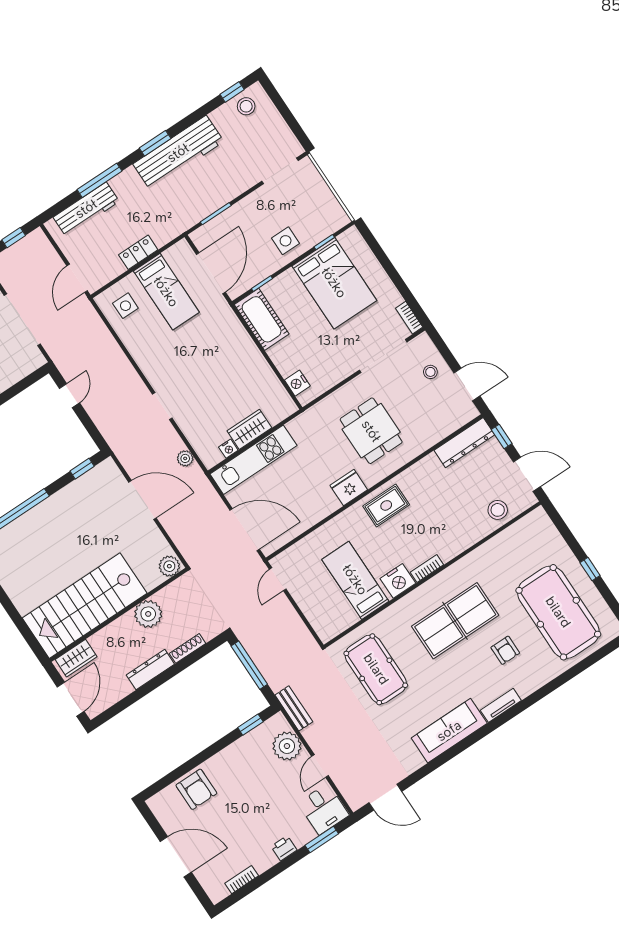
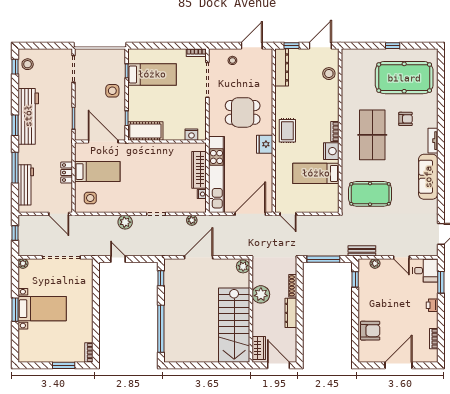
bed: (334, 283) -> (152, 74), width x0.67
plant: (124, 373) -> (125, 222), added
wardrobe: (249, 429) -> (199, 170), width x1.50
kitchen unit: (253, 460) -> (216, 175), width x1.36
plant: (287, 746) -> (375, 263), width x0.53, depth x0.53

